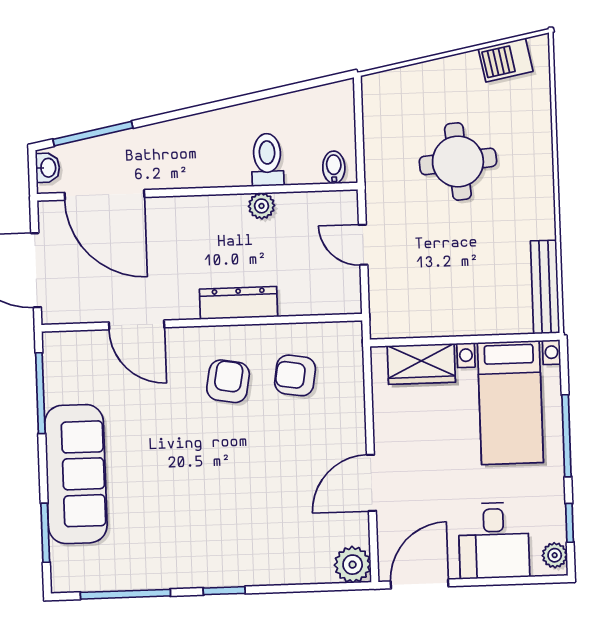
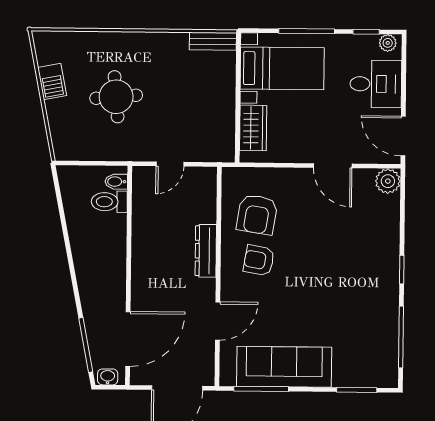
barbecue: (506, 60) -> (52, 81), moved
toilet: (267, 160) -> (109, 202), moved
plant: (261, 206) -> (140, 232), removed
bench: (545, 287) -> (213, 41), width x0.73
armchair: (295, 375) -> (257, 215), width x1.38, depth x1.38
sofa: (76, 474) -> (284, 367), moved

